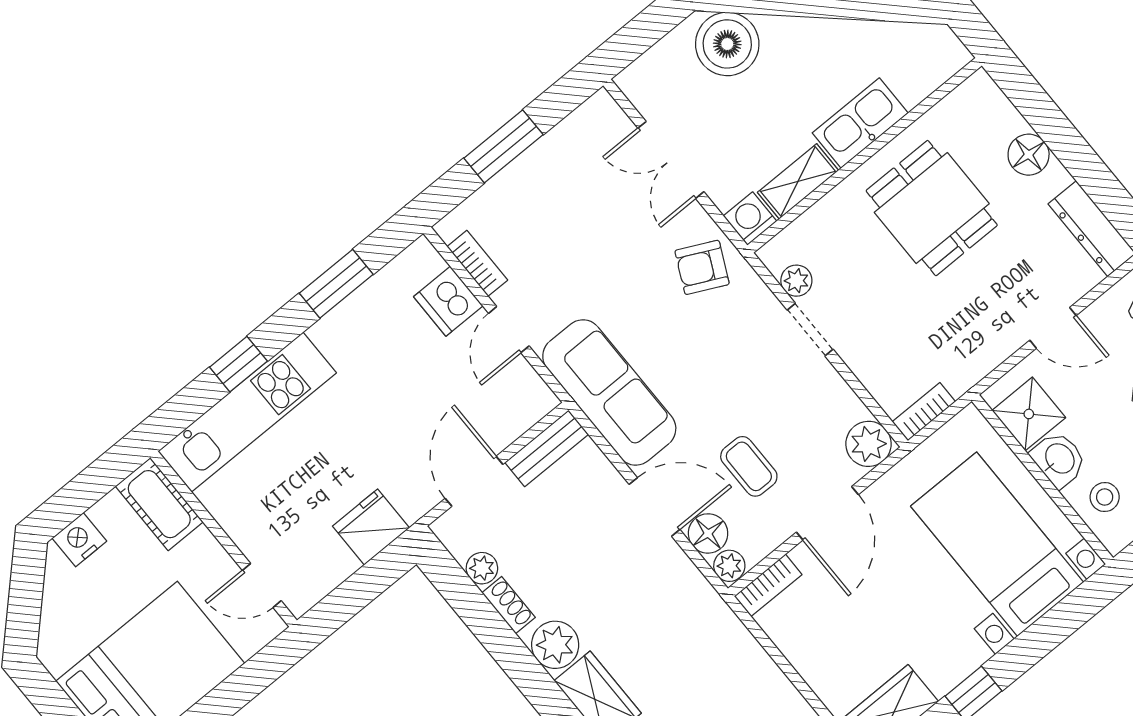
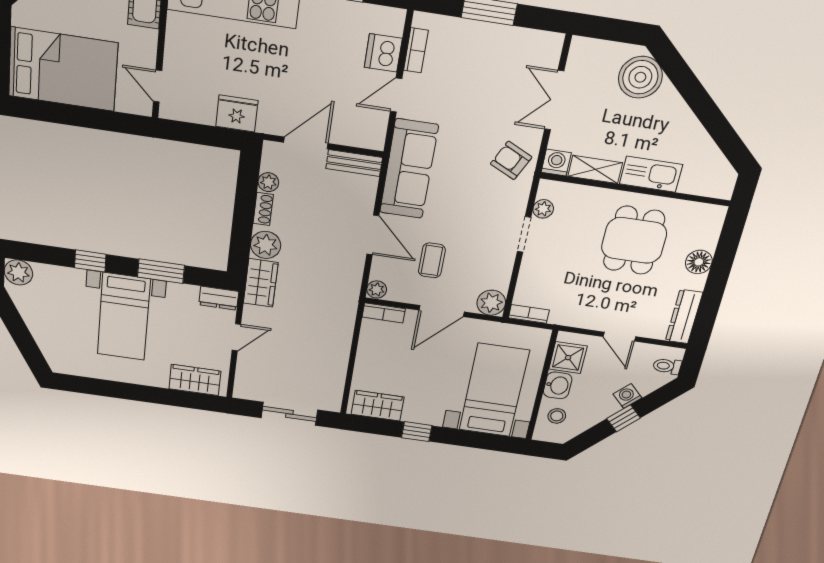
floor lamp: (708, 533) -> (383, 268), removed

